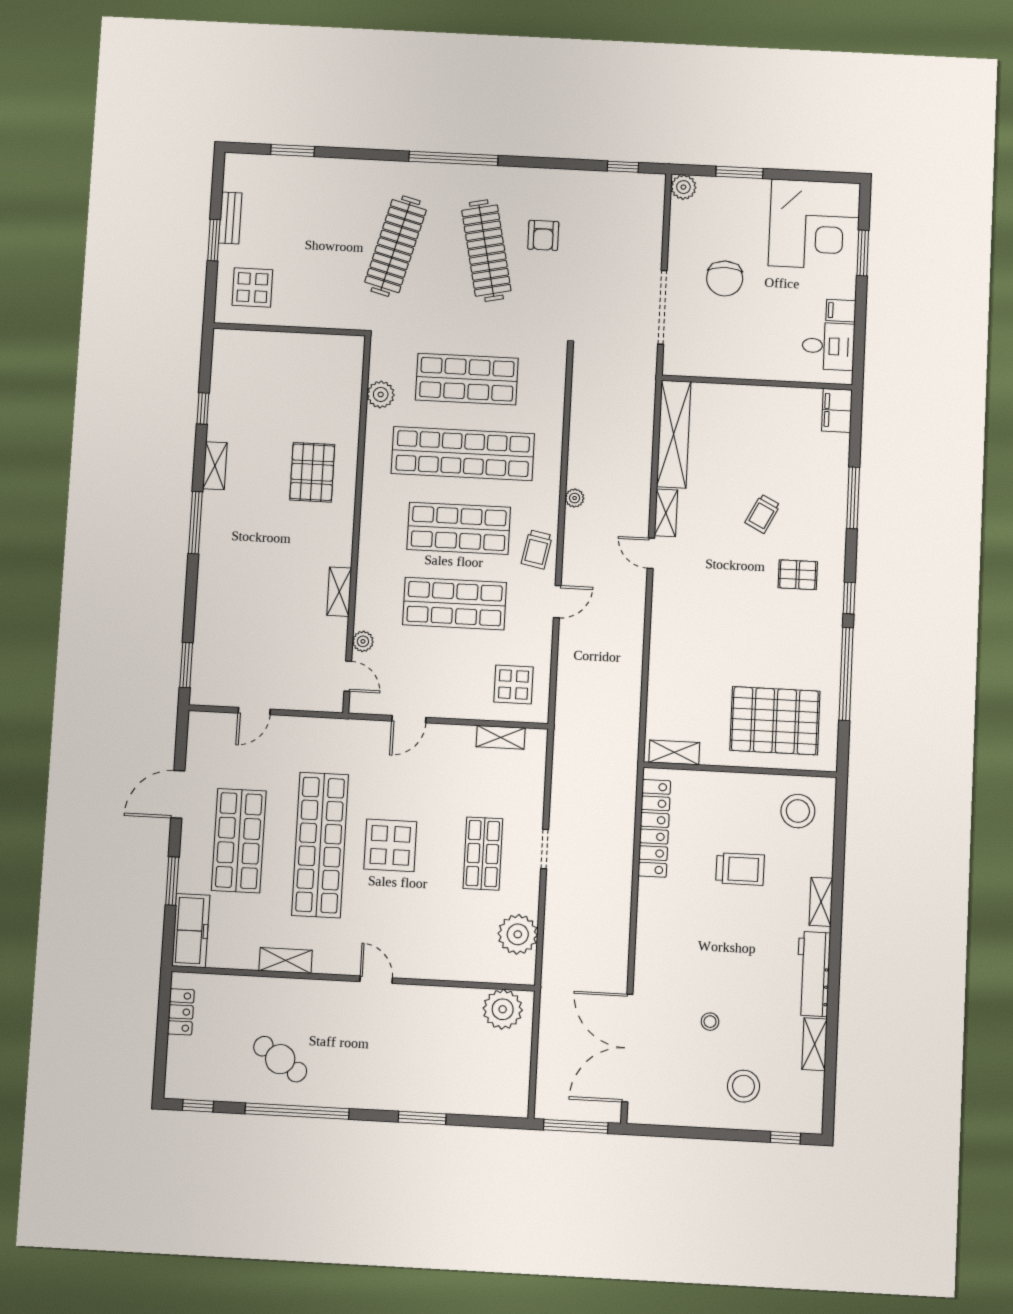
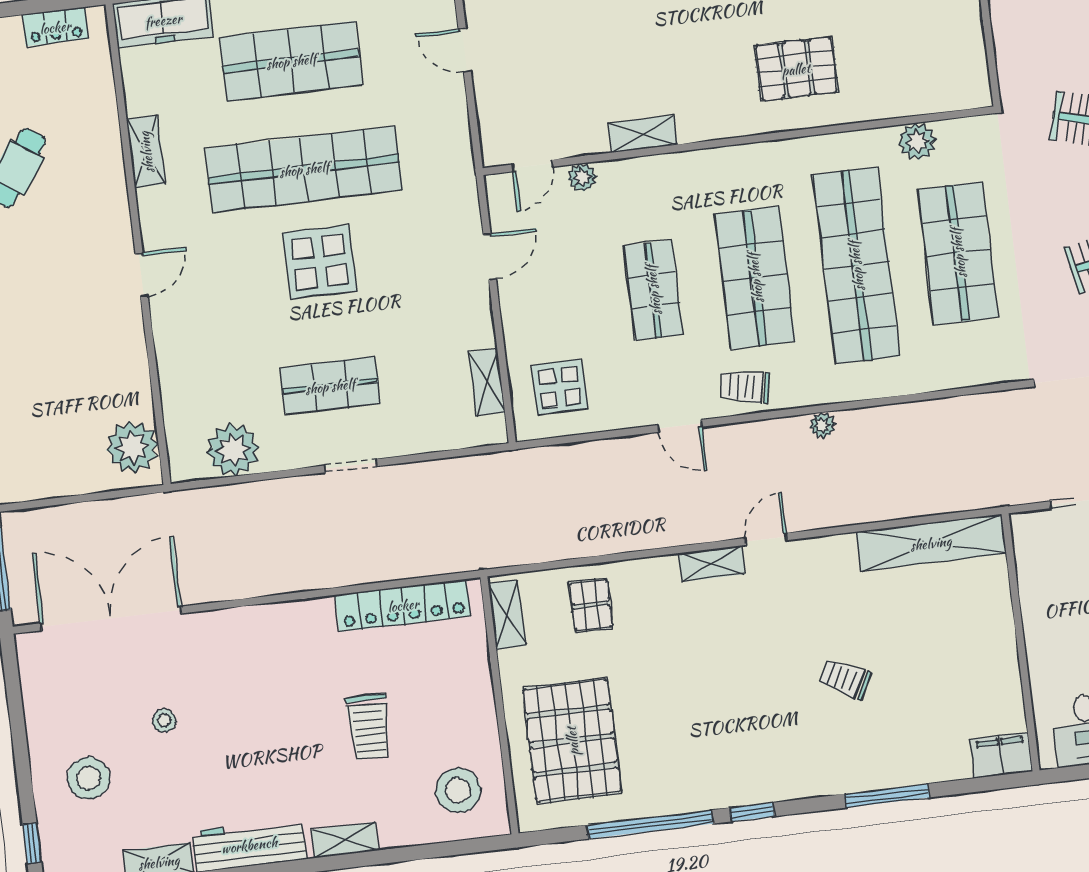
shelving: (666, 513) -> (712, 564), moved
pallet: (798, 575) -> (591, 605), moved
shop shelf: (455, 604) -> (653, 290), width x0.70, depth x0.74
door: (409, 719) -> (490, 257), swing flipped

